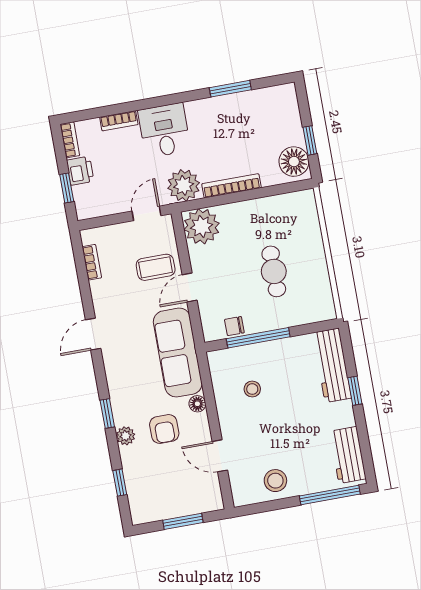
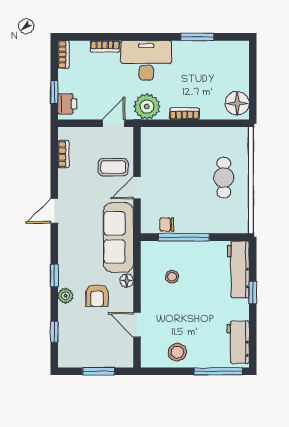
desk: (164, 130) -> (146, 60), width x1.37
window: (310, 140) -> (253, 89), removed
printer: (80, 171) -> (67, 104), moved
bookcase: (231, 186) -> (184, 114), width x0.64
plant: (202, 226) -> (155, 141), removed
cafe table: (274, 271) -> (224, 178), moved

